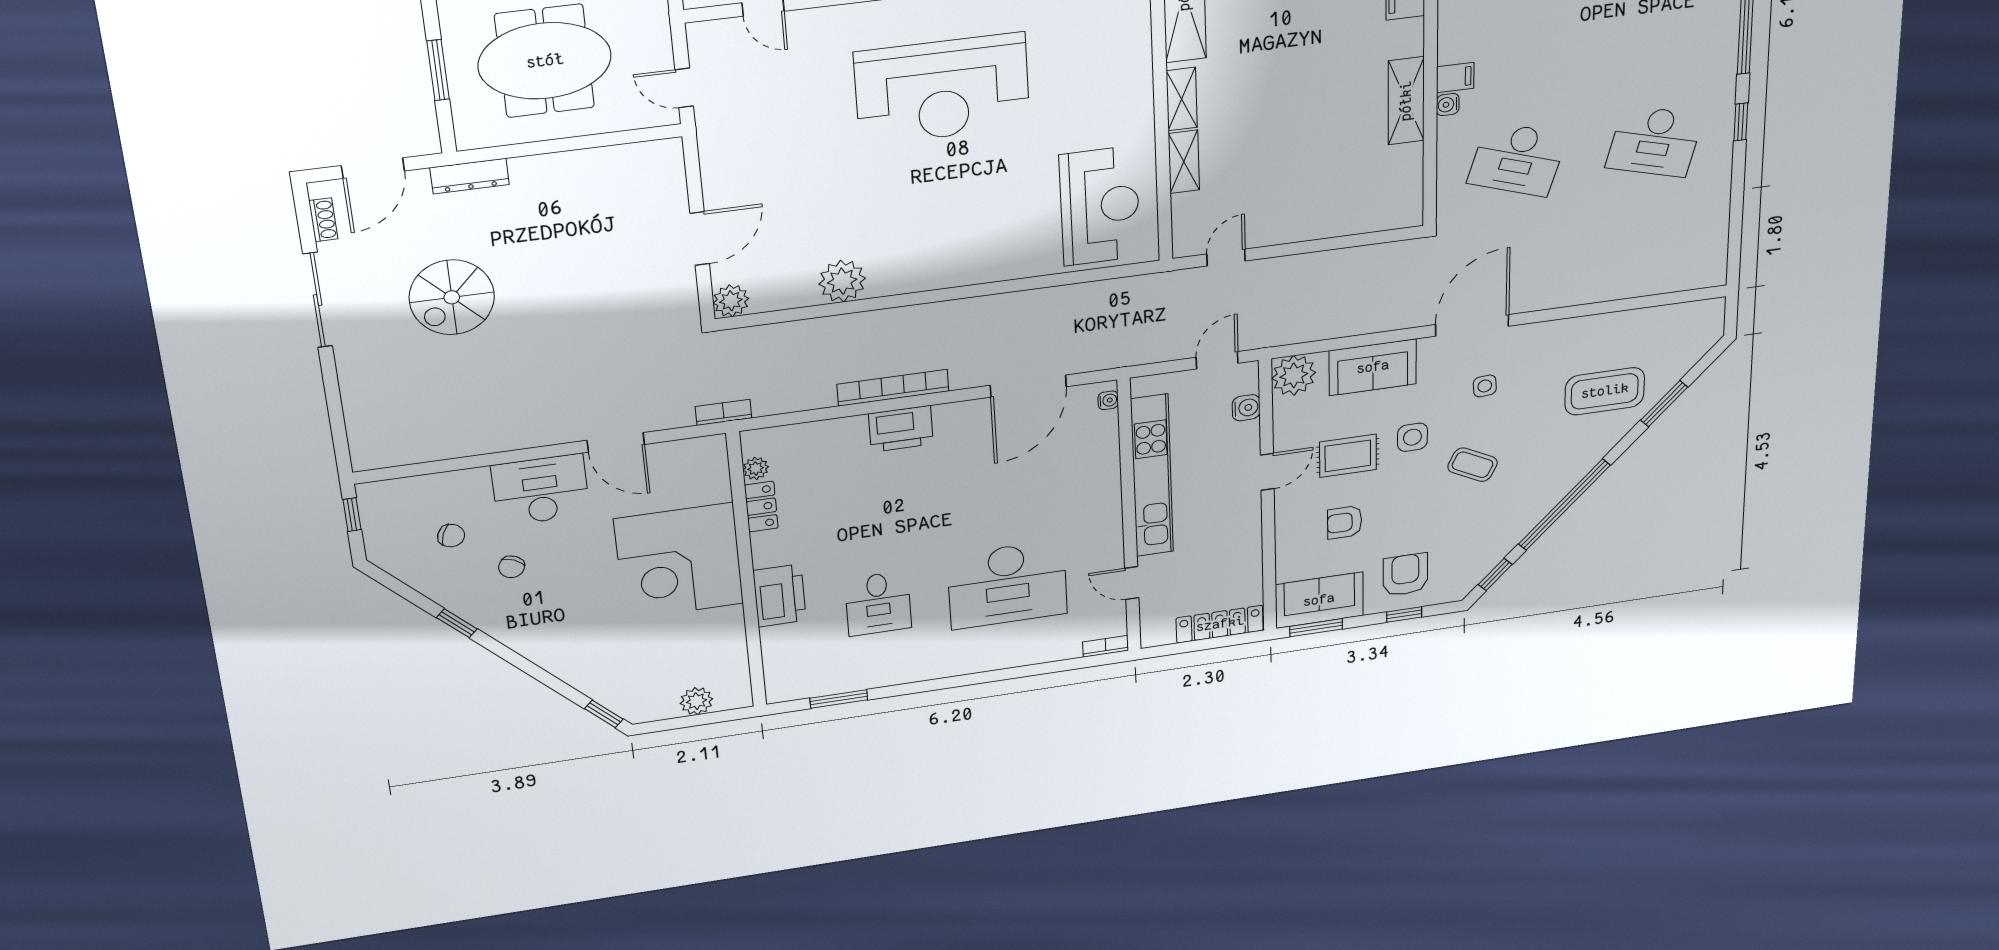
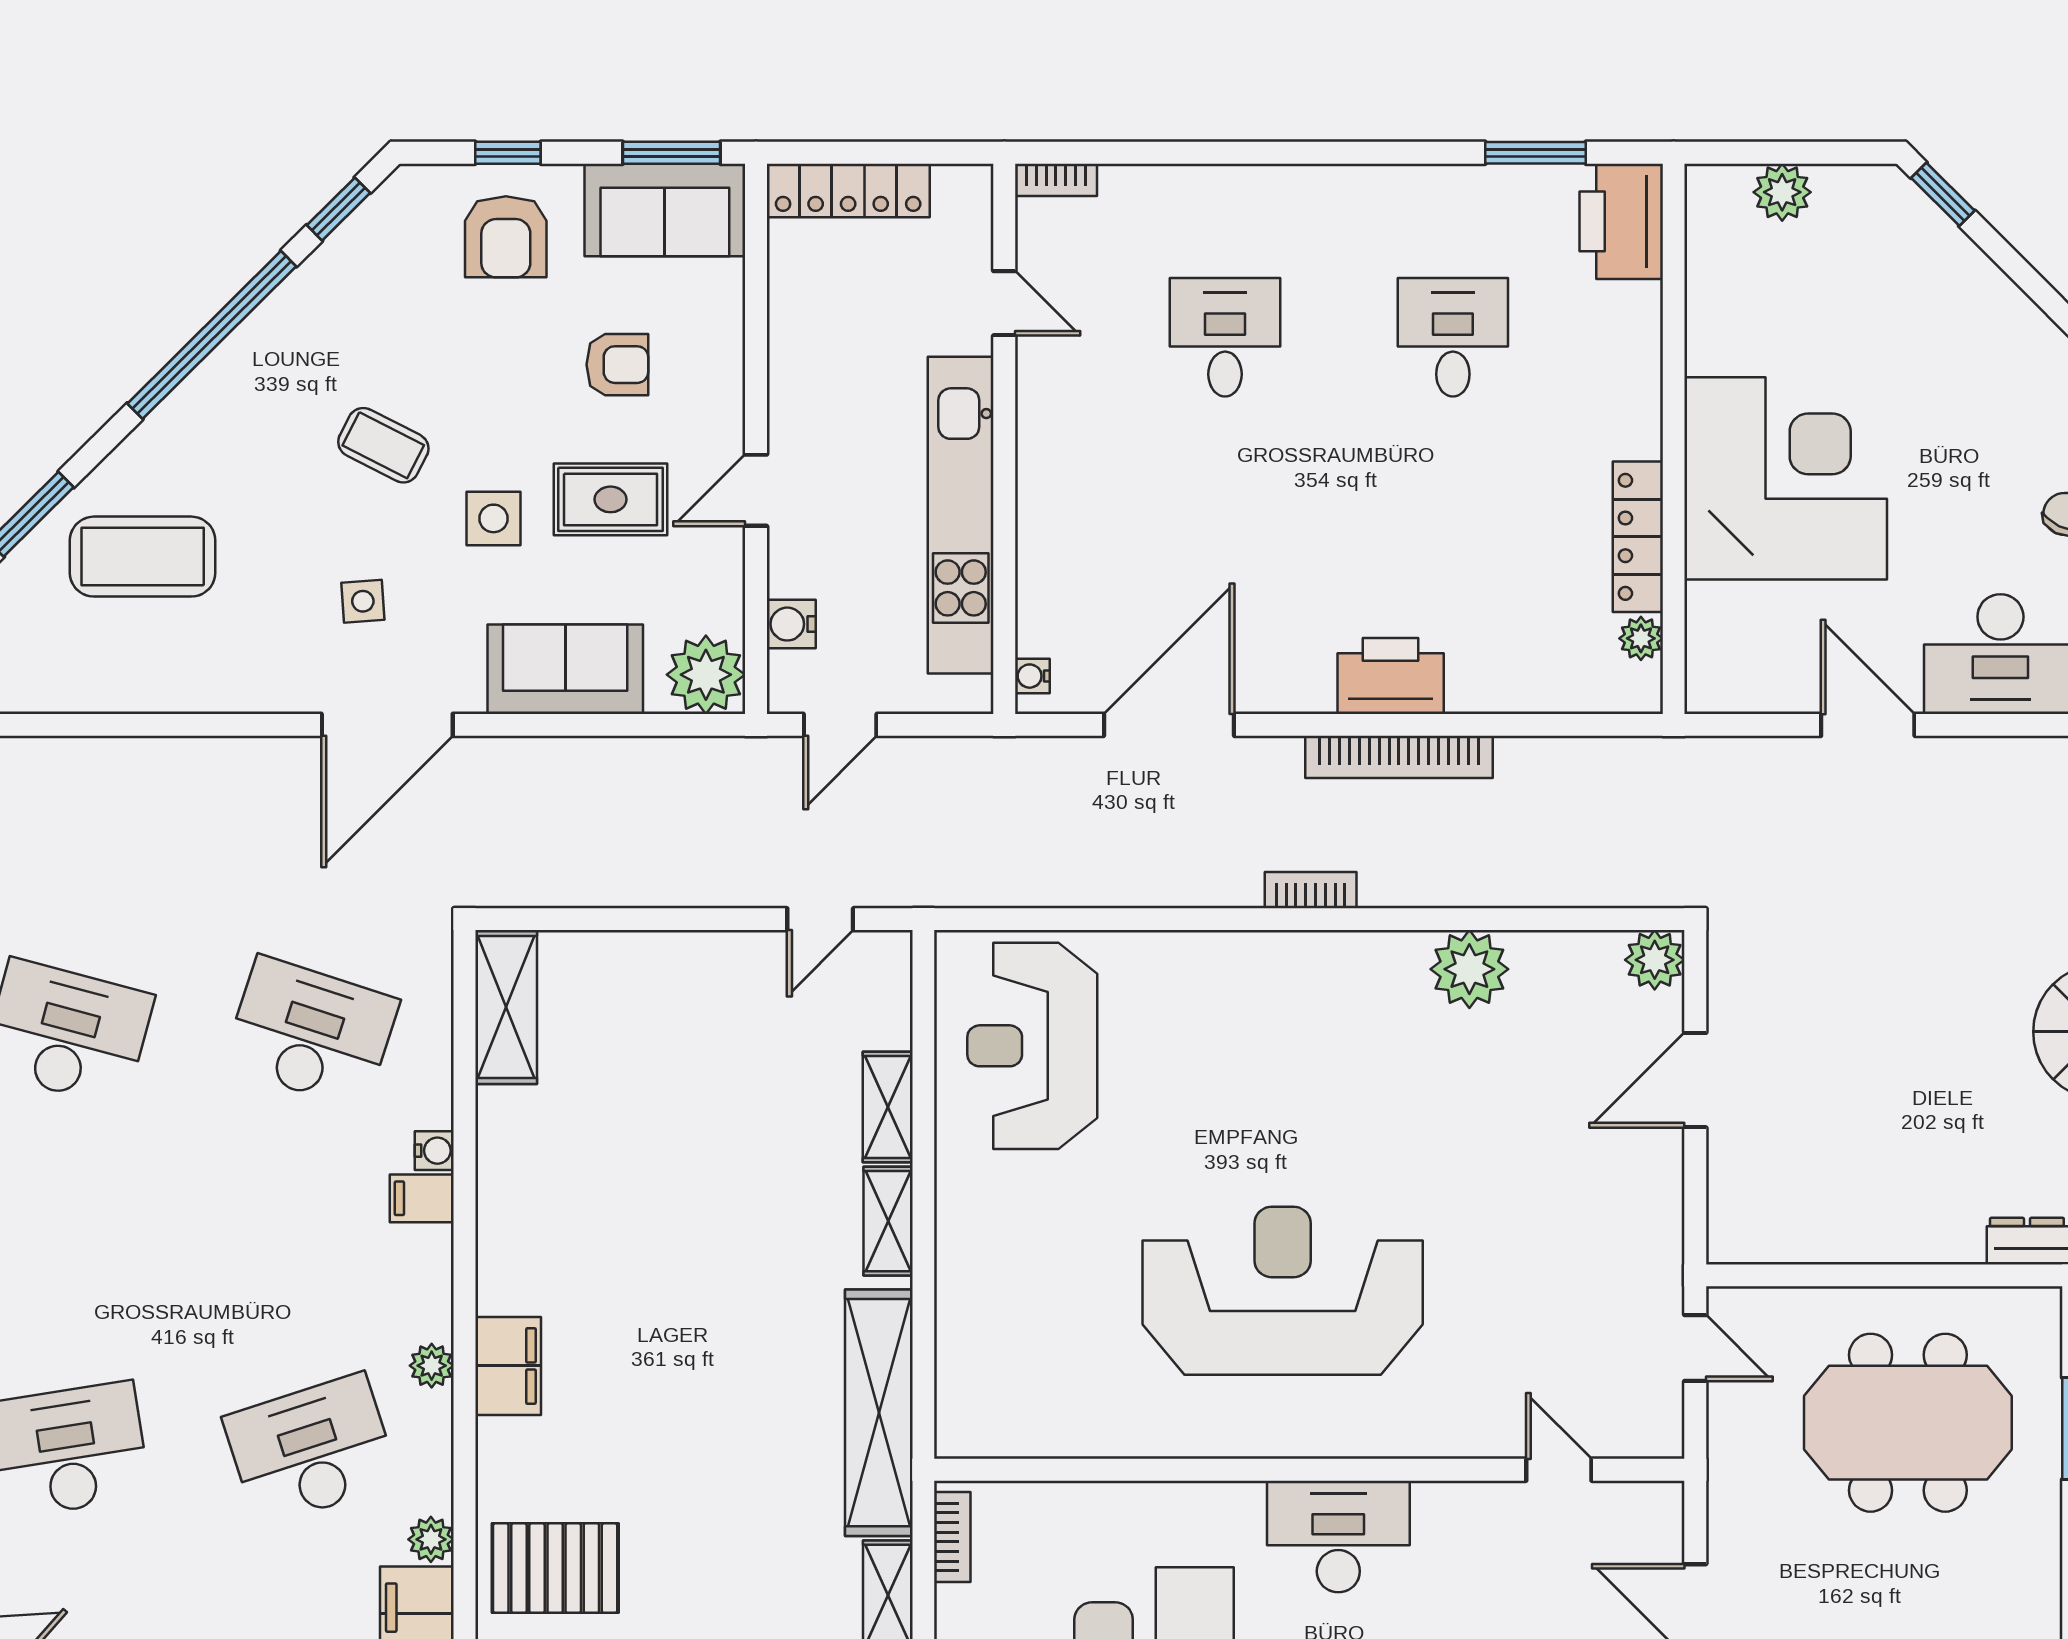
shelving: (1406, 101) -> (506, 1007), moved
bookcase: (723, 412) -> (1311, 890), moved, turned 180
locker: (761, 507) -> (1638, 537), width x1.53
desk: (1007, 585) -> (1225, 337), width x0.53, depth x0.77
printer: (780, 596) -> (1621, 221), moved

